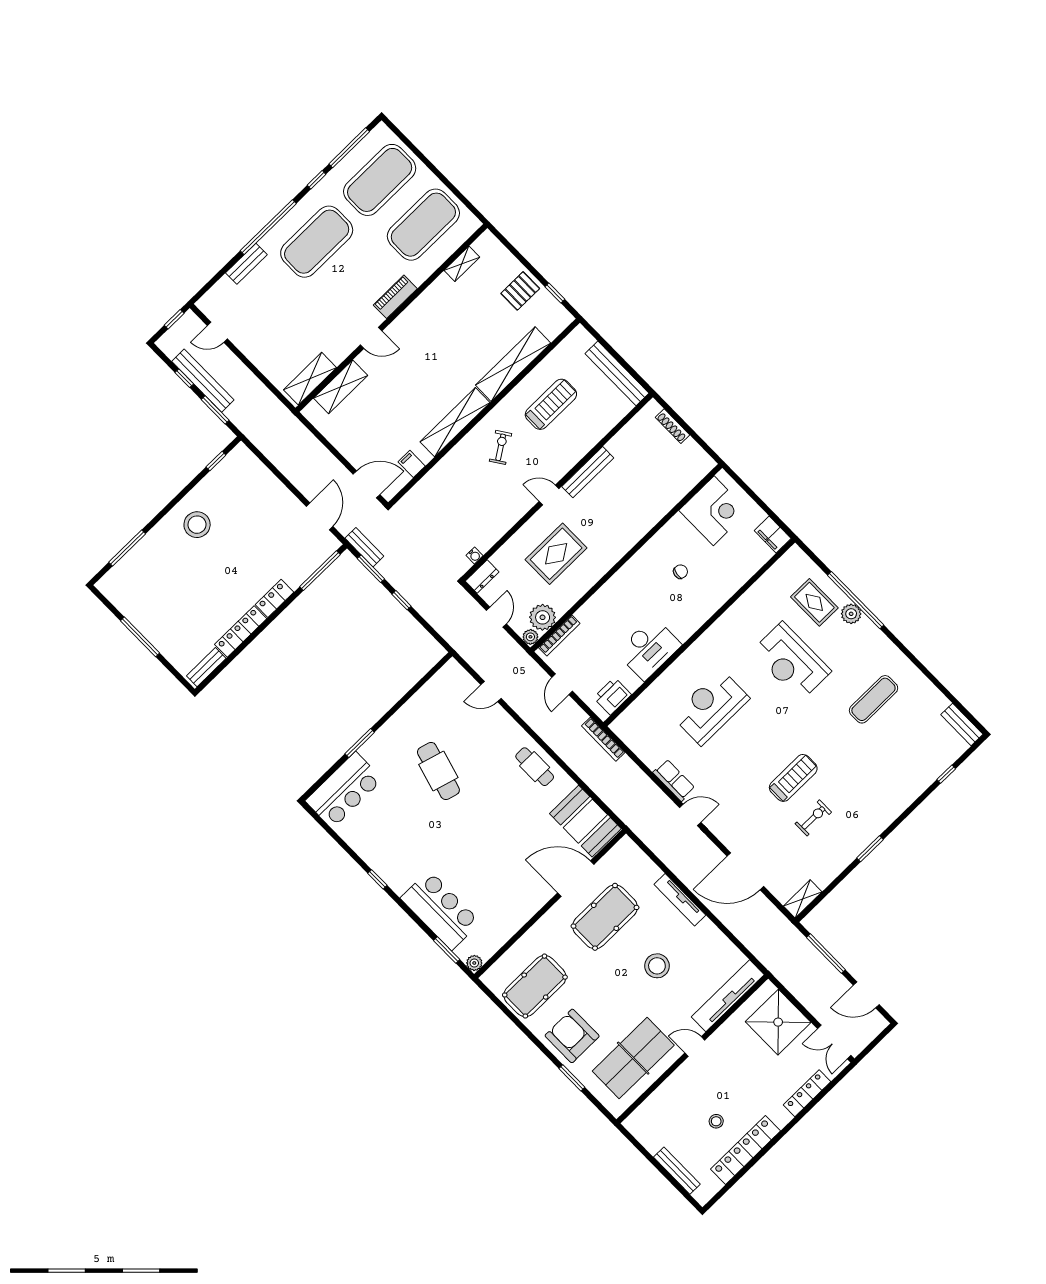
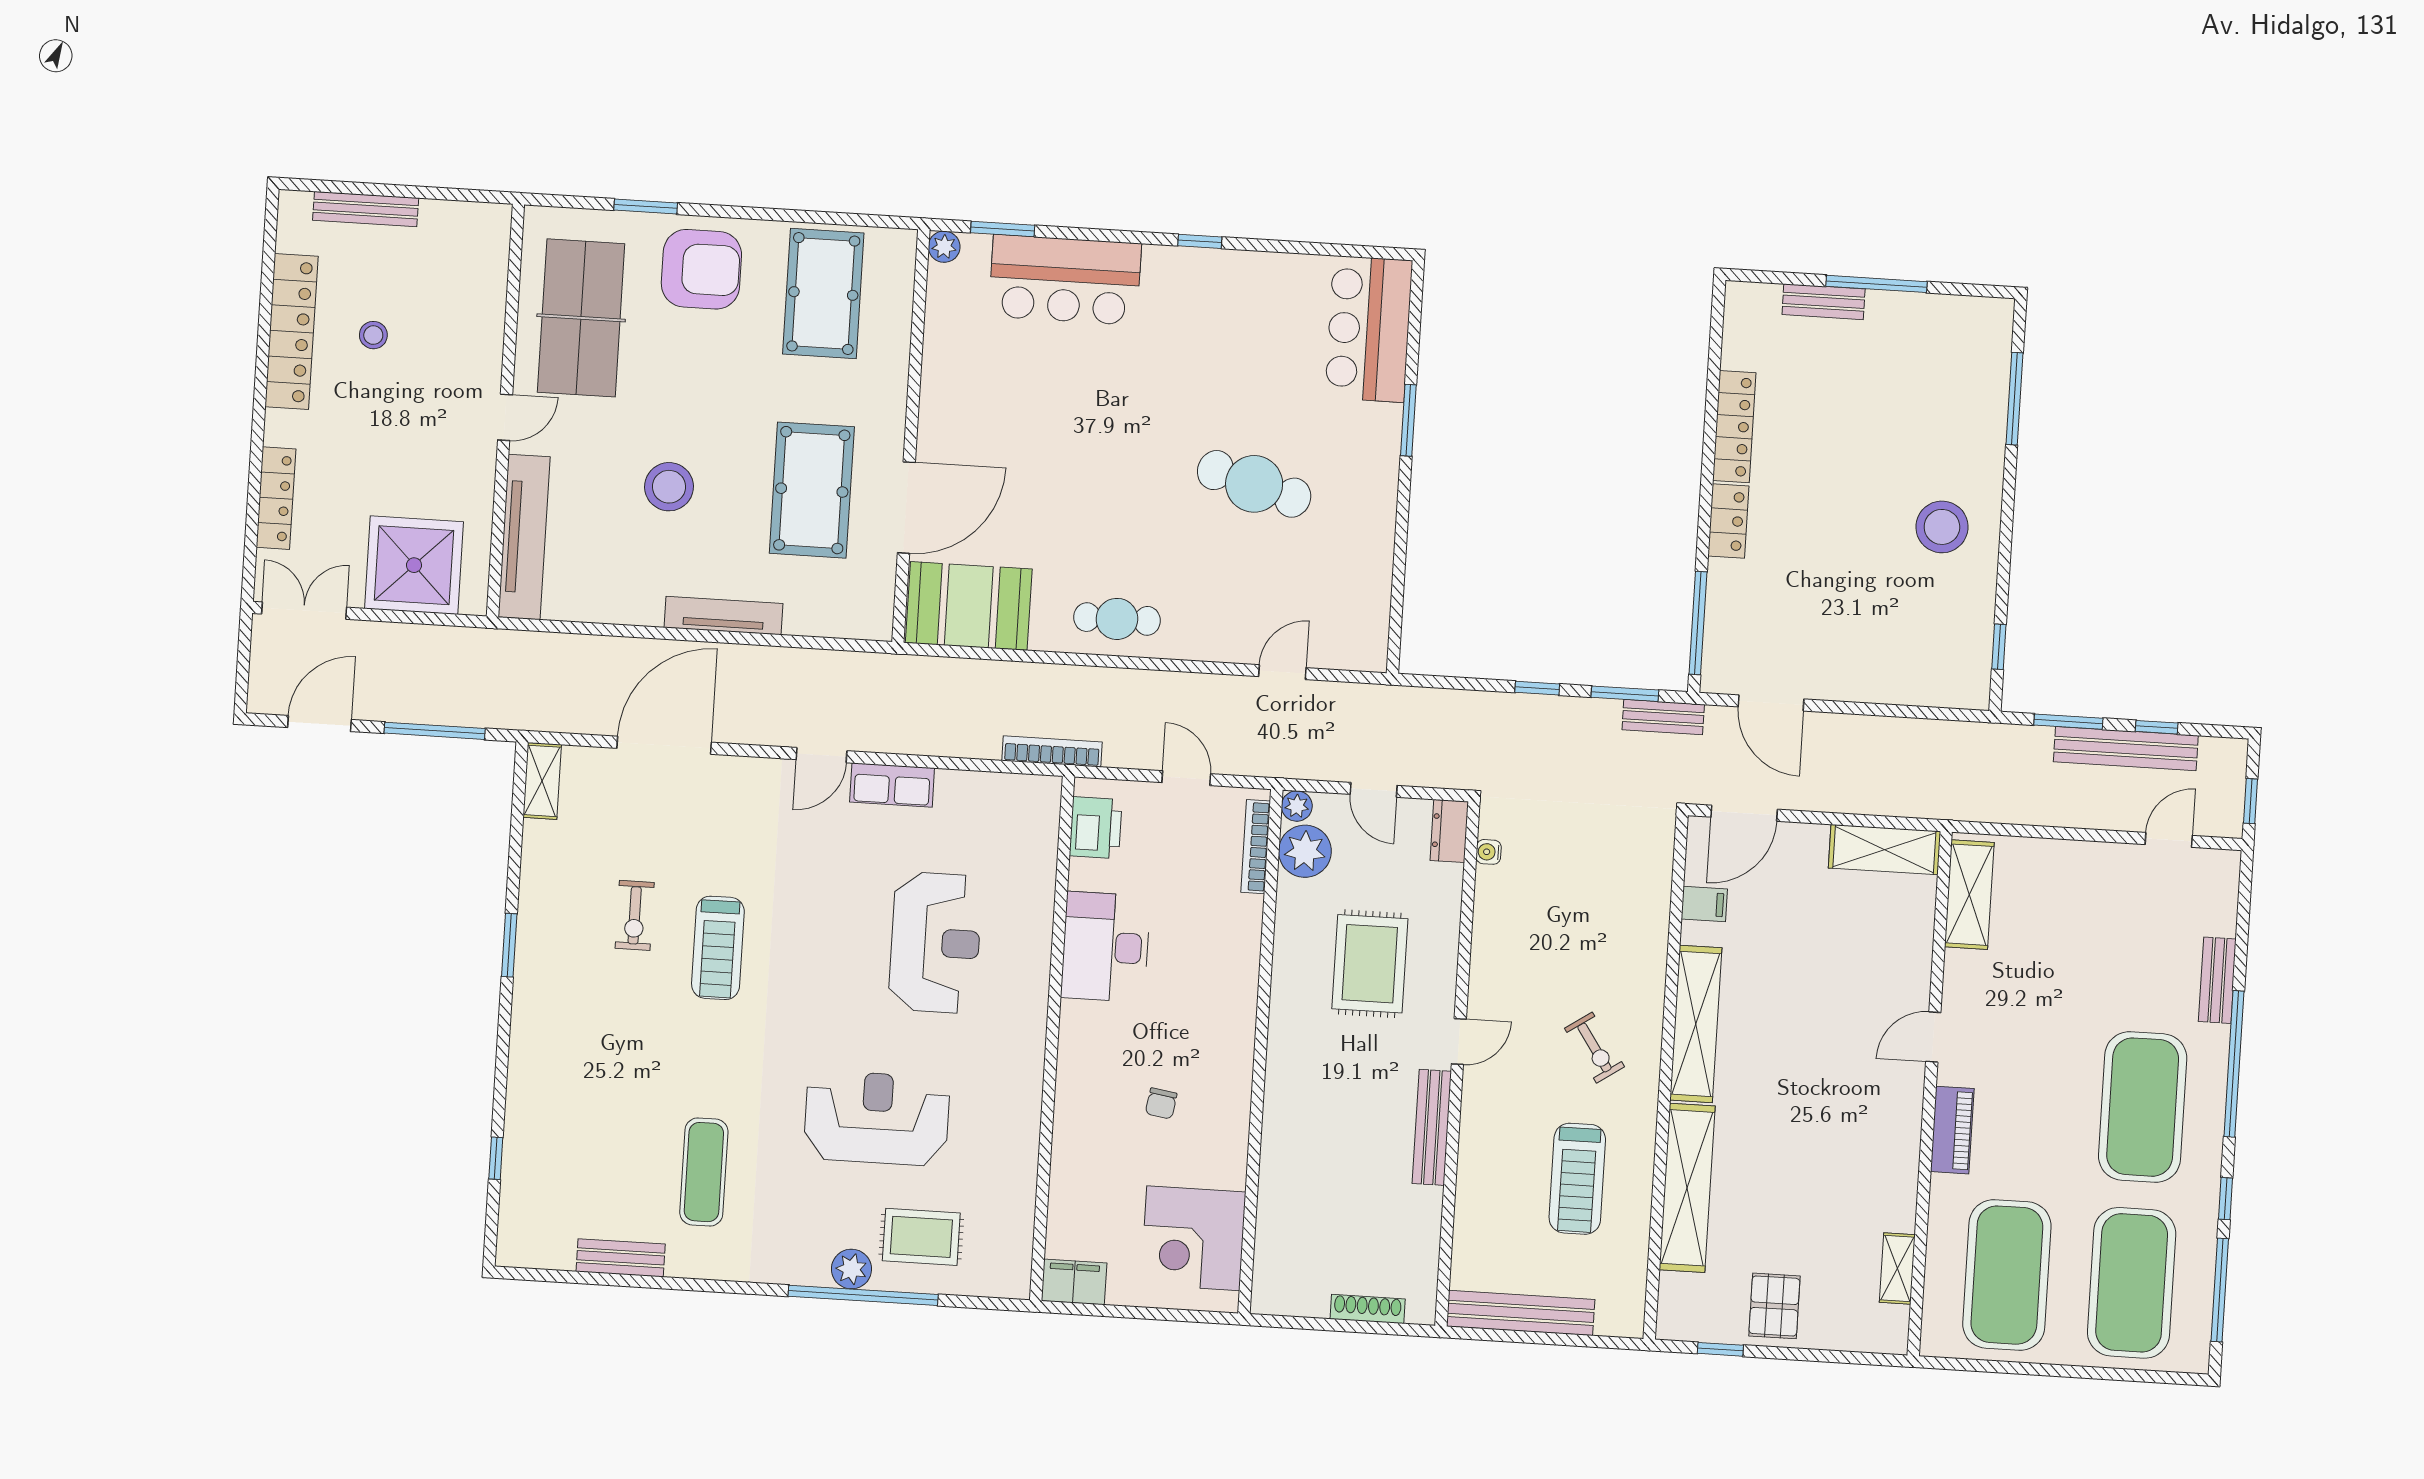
shelving: (341, 387) -> (1884, 850), moved, turned 90
bench: (206, 667) -> (1824, 302), moved, turned 90
bench: (962, 724) -> (621, 1258), moved

